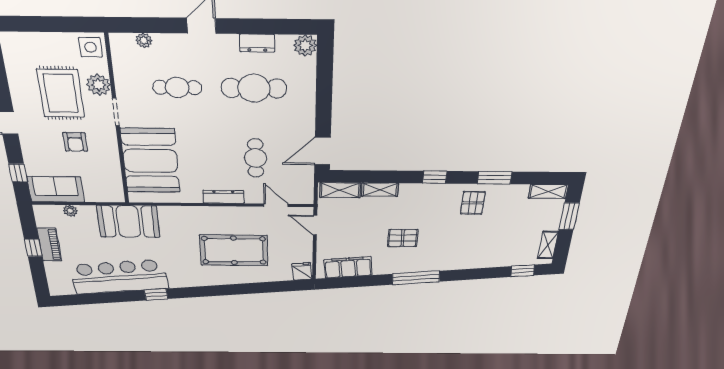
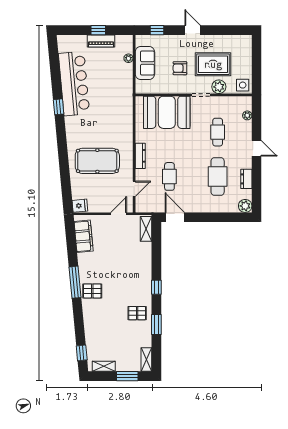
cafe table: (256, 158) -> (169, 176), turned 90
sofa: (56, 189) -> (145, 63), moved
shelving: (380, 190) -> (147, 254), removed
booth: (128, 222) -> (120, 94), removed
pallet: (403, 238) -> (92, 291), moved, turned 90
pool table: (234, 250) -> (97, 161), turned 90

